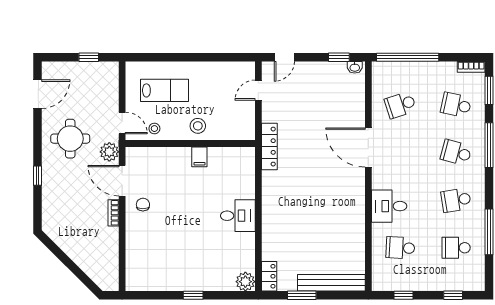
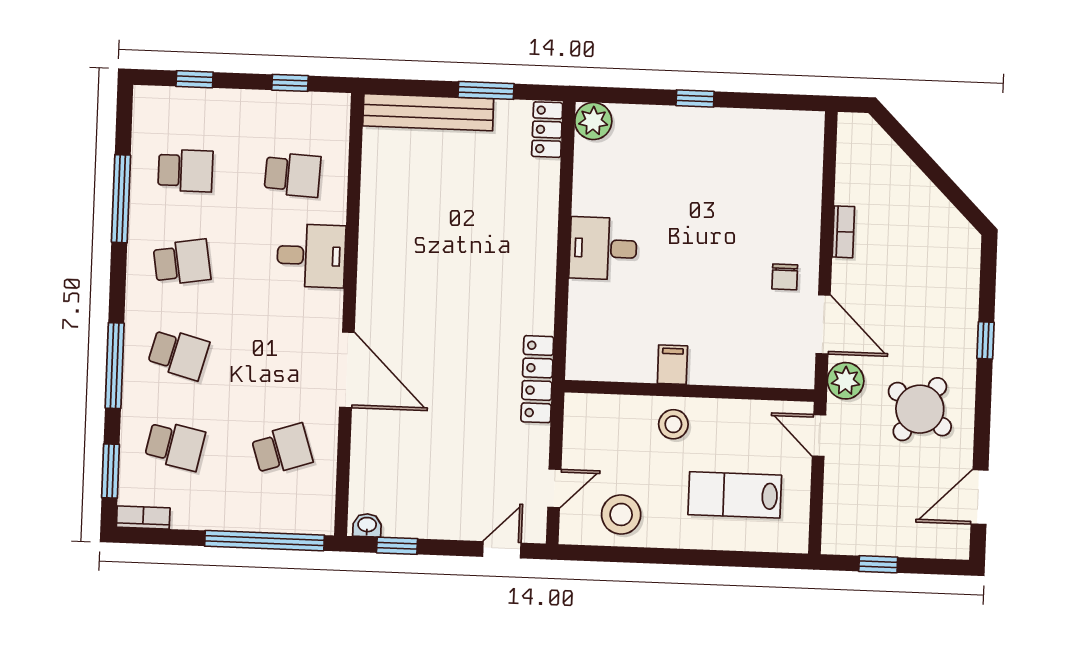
stool: (154, 129) -> (621, 514), moved, width x1.89, depth x1.89
round table: (70, 139) -> (920, 409), turned 36
bookcase: (113, 213) -> (843, 232), moved

